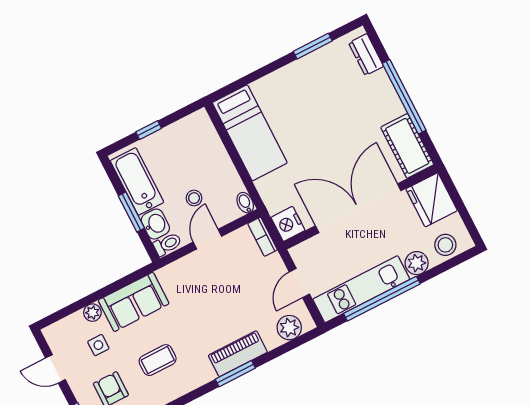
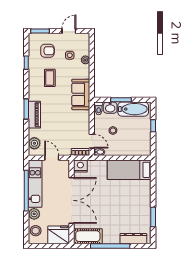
dresser: (366, 55) -> (133, 239), width x1.44
door: (207, 239) -> (92, 141), moved
sofa: (134, 302) -> (81, 94), moved

